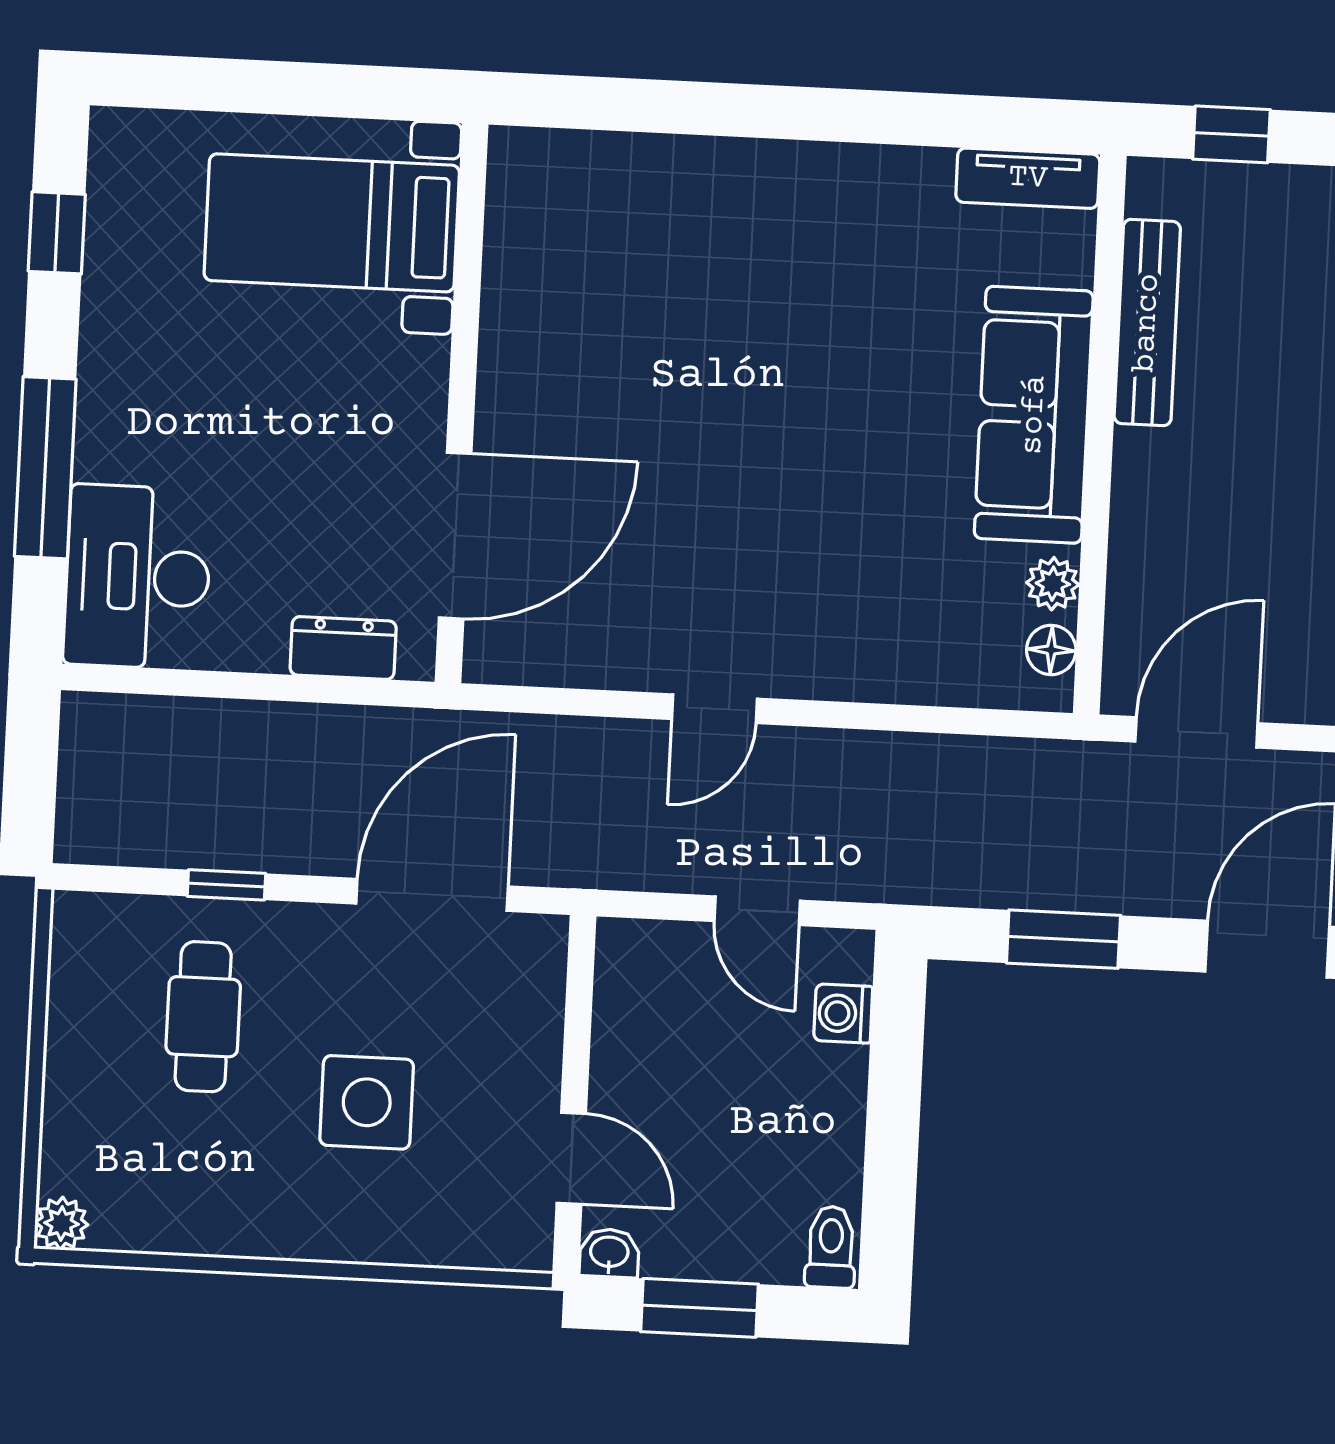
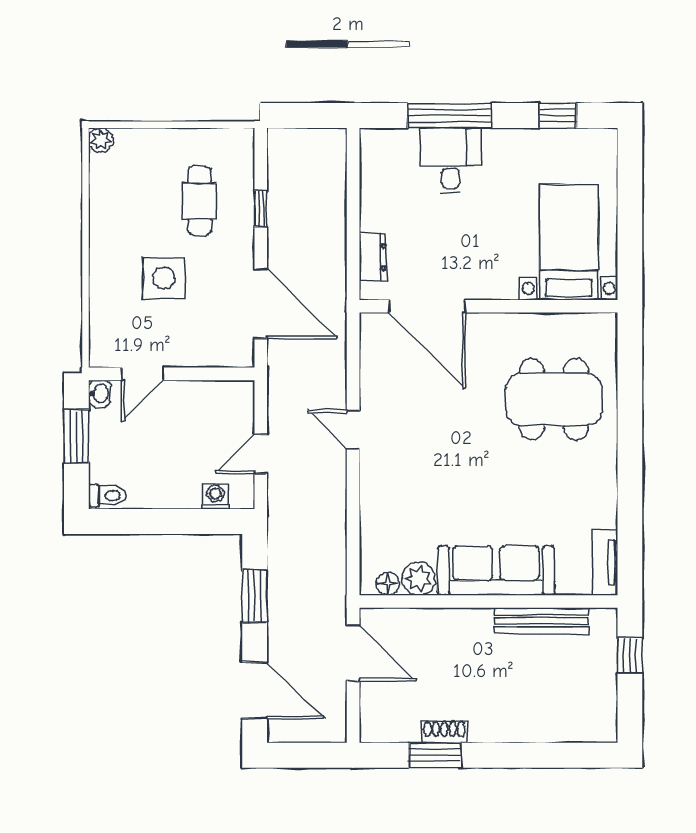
dining table: (670, 271) -> (554, 399), added
desk: (138, 577) -> (451, 161), moved, width x0.73
plant: (1053, 584) -> (419, 579), width x1.38, depth x1.38
cafe table: (203, 1017) -> (199, 201), turned 90

